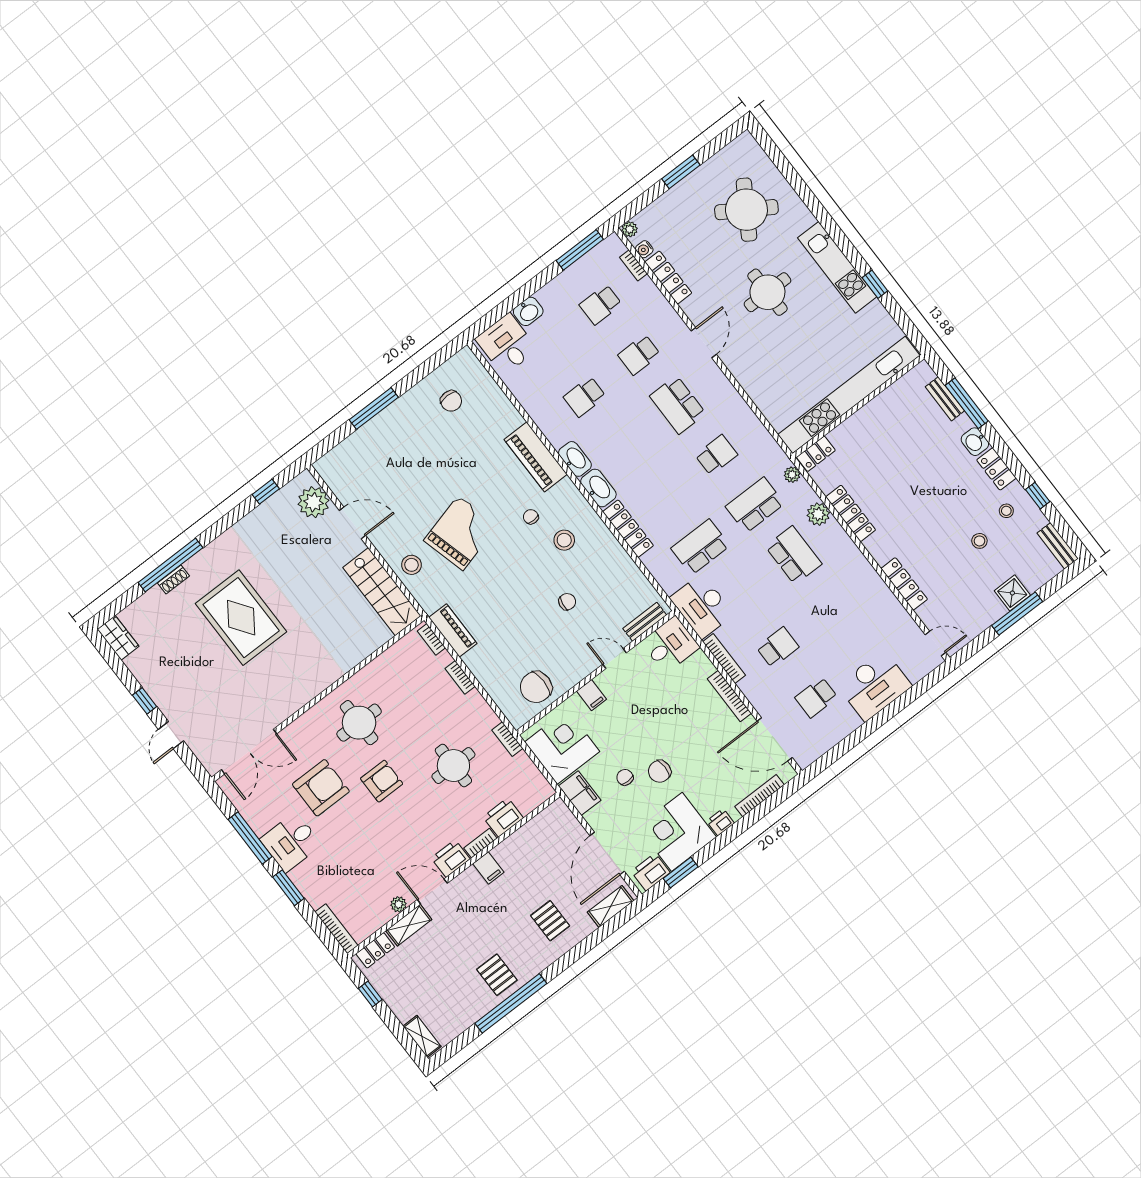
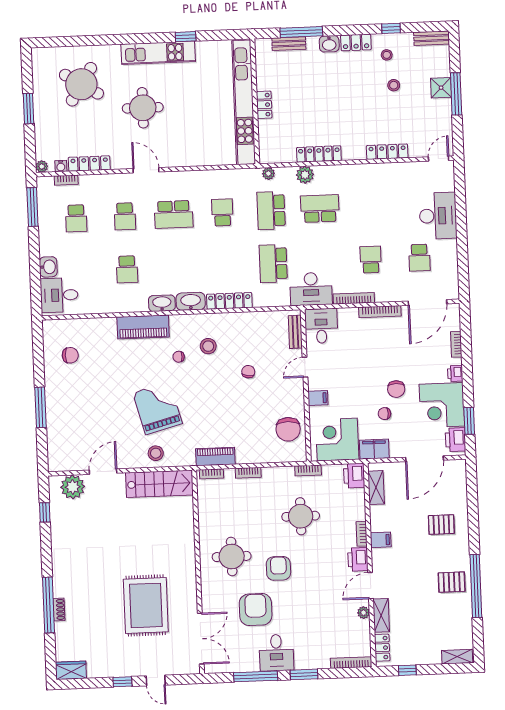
locker: (816, 454) -> (264, 105), moved
rug: (241, 618) -> (146, 605), moved, turned 90
bookcase: (760, 796) -> (456, 344), width x0.64
printer: (503, 817) -> (354, 476), moved
door: (607, 853) -> (424, 459), hinge flipped
shelving: (611, 906) -> (376, 488), moved

